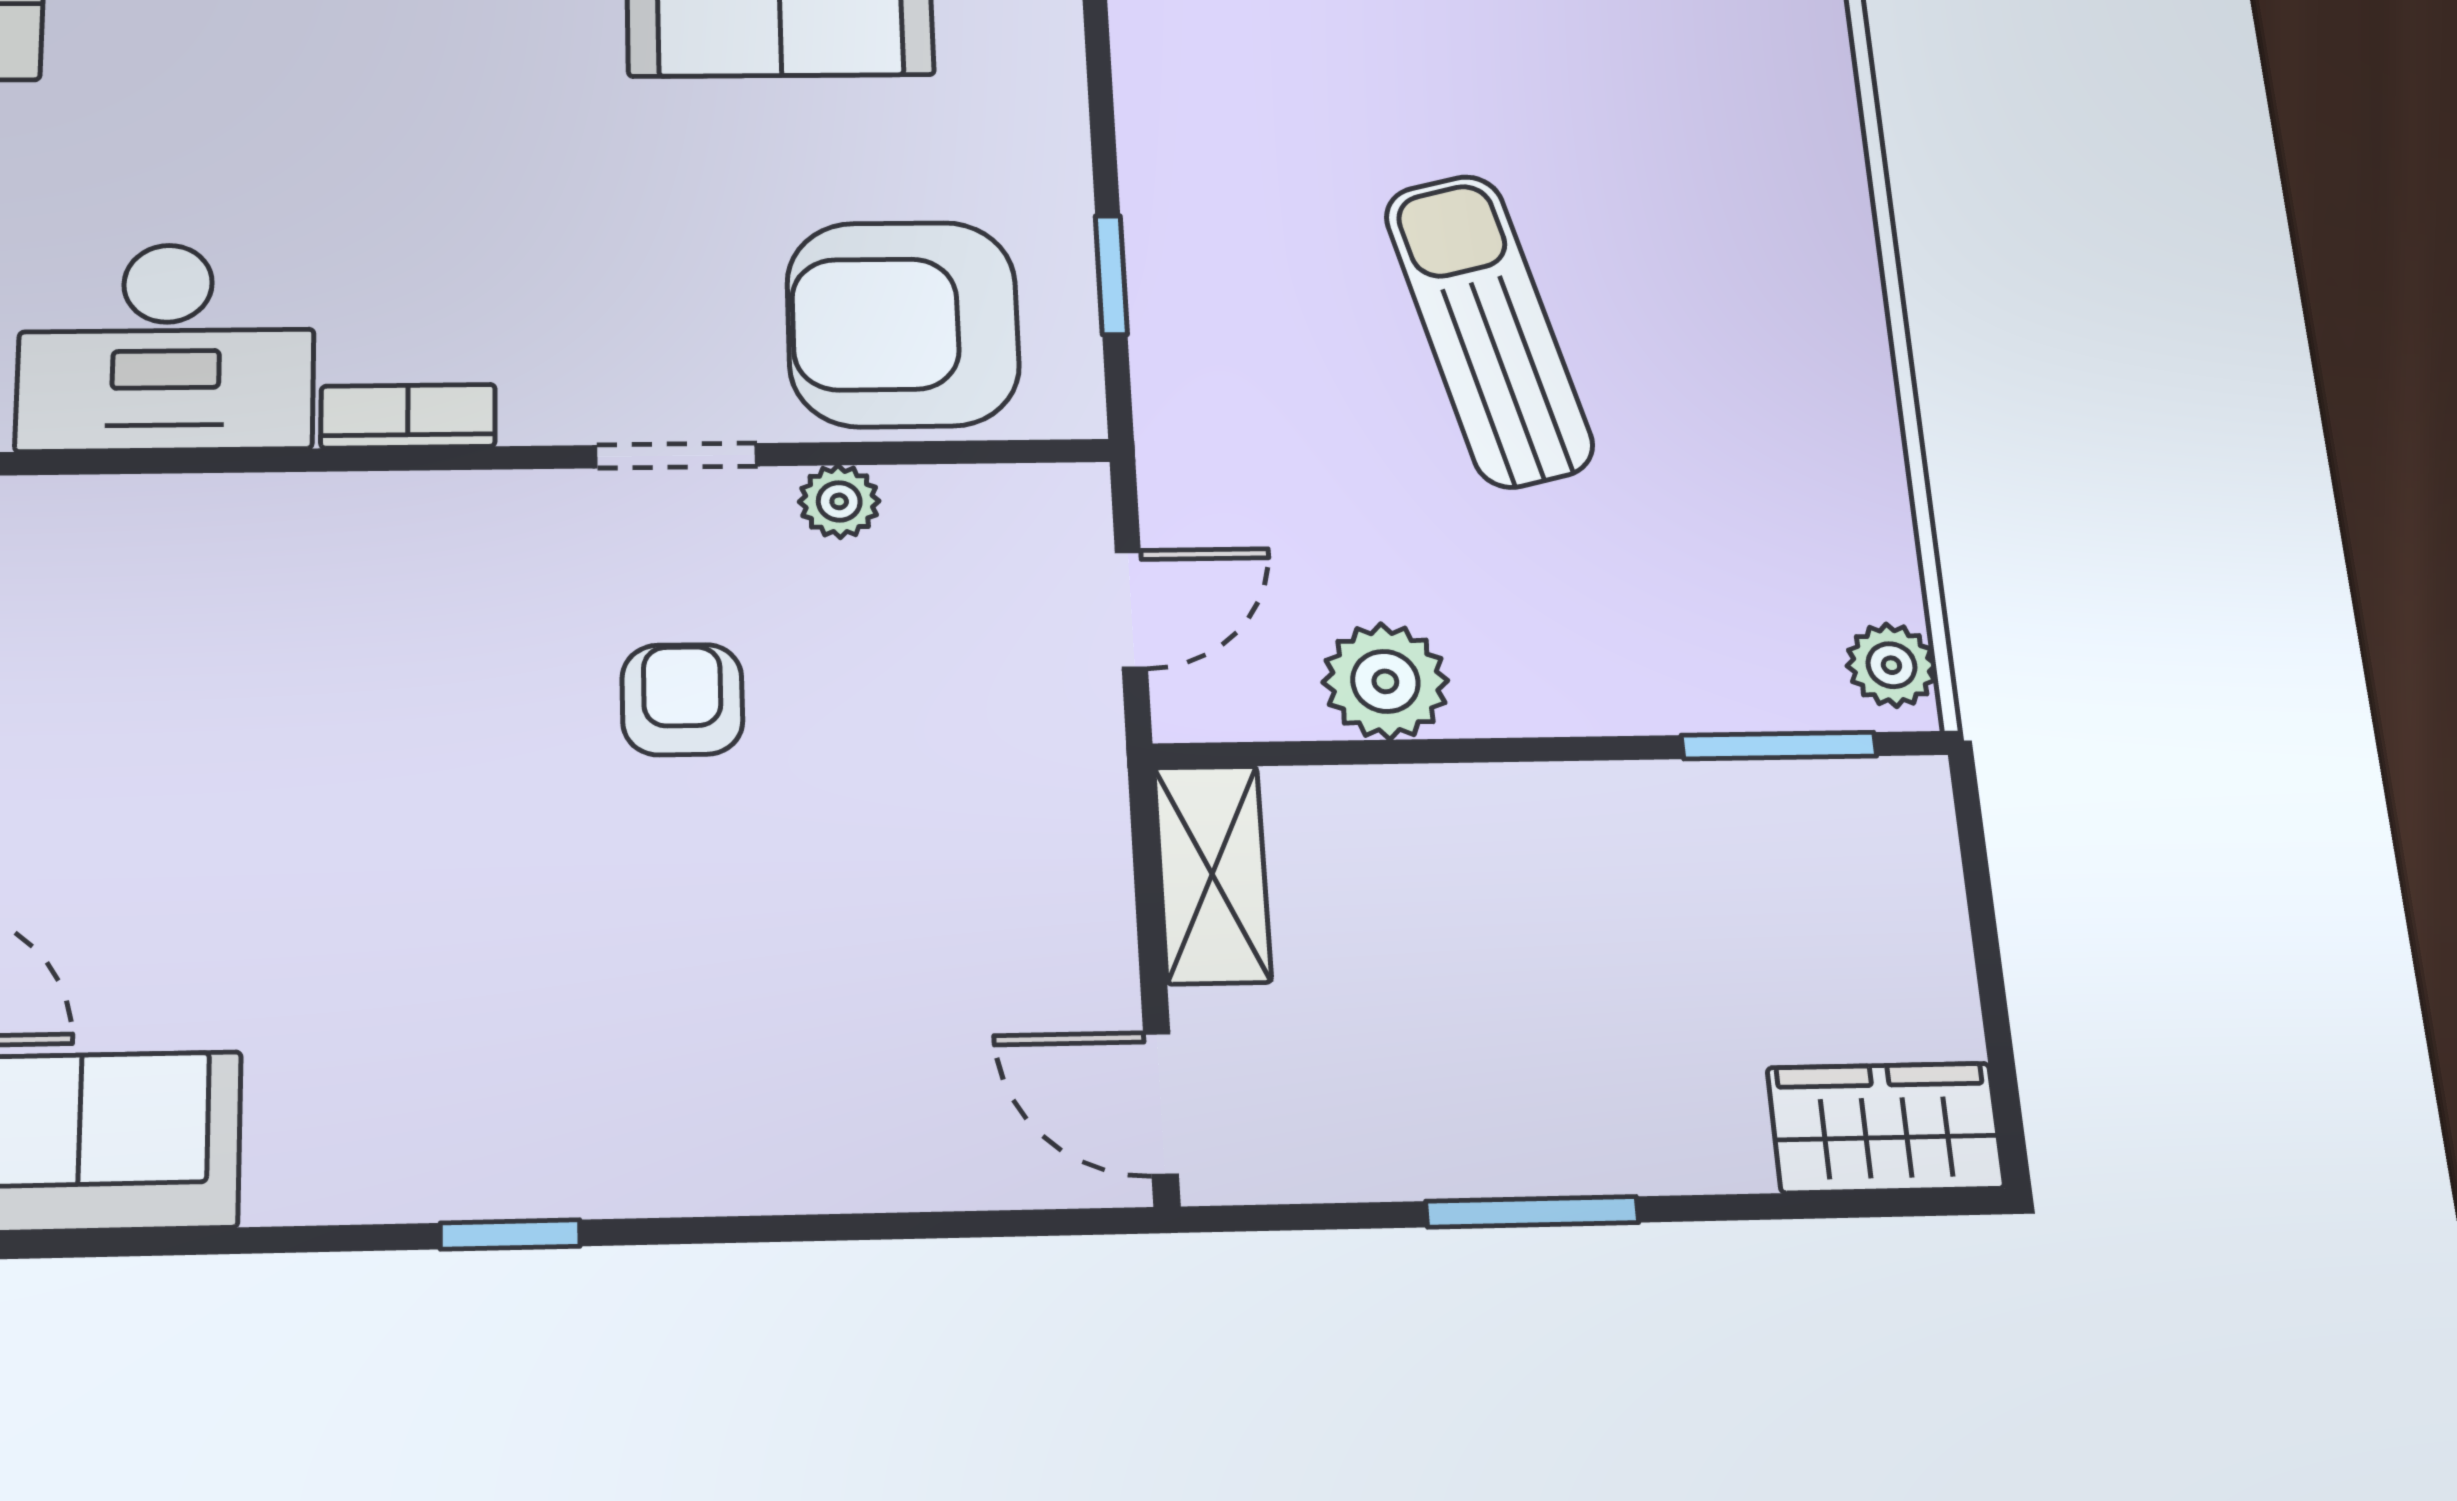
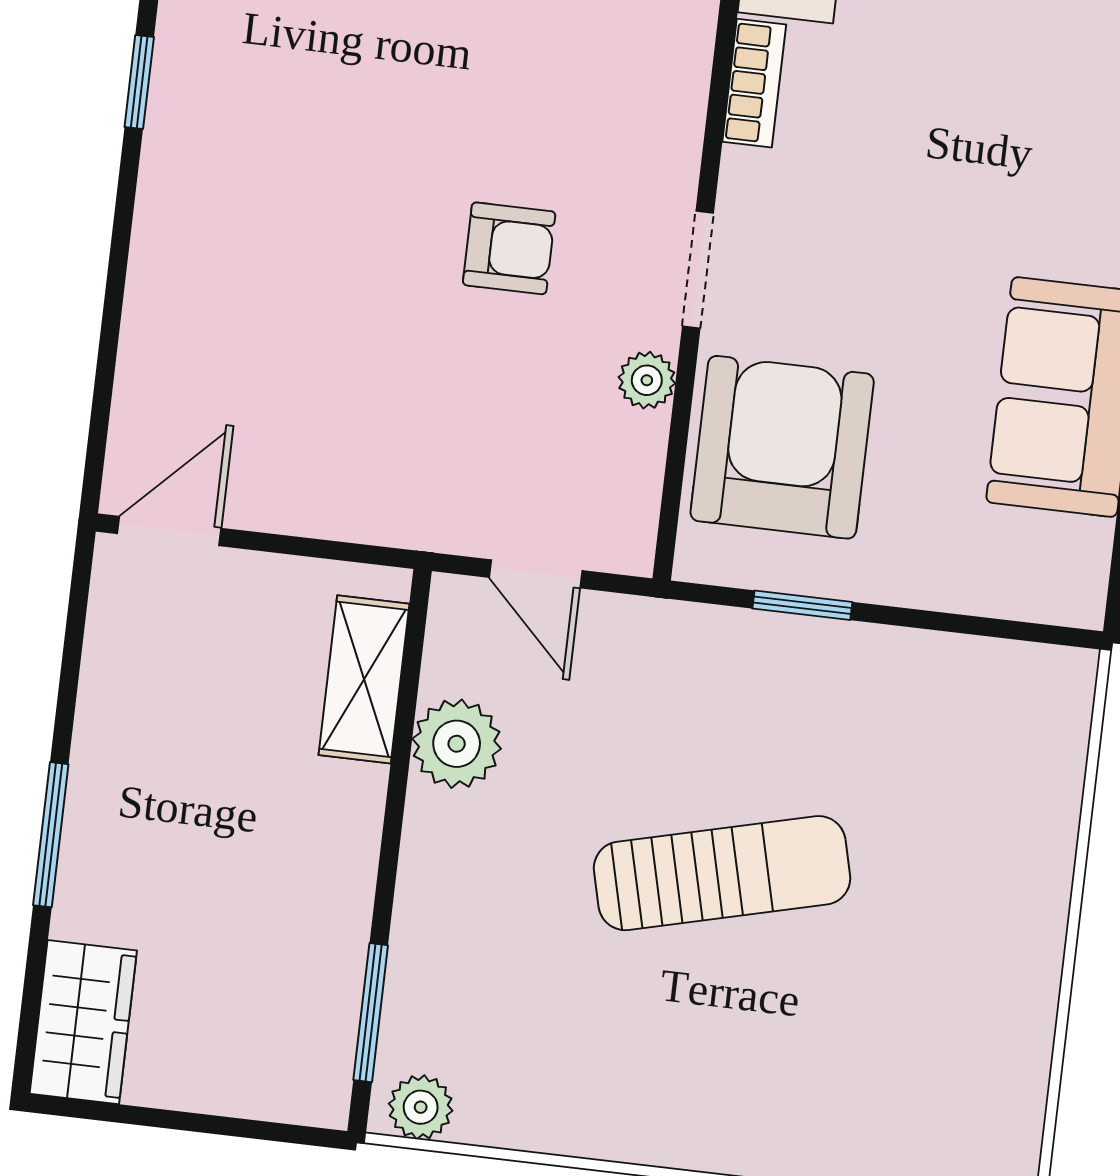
shelving: (1212, 874) -> (364, 679), moved, turned 90
window: (1532, 1212) -> (51, 835), moved

